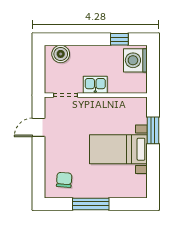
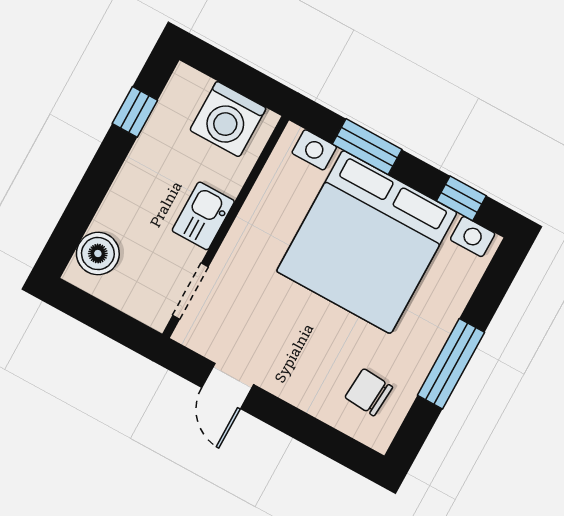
washing machine: (135, 60) -> (228, 119), moved
bed with nightstands: (118, 149) -> (367, 242), width x1.85
window: (153, 175) -> (461, 198), added

